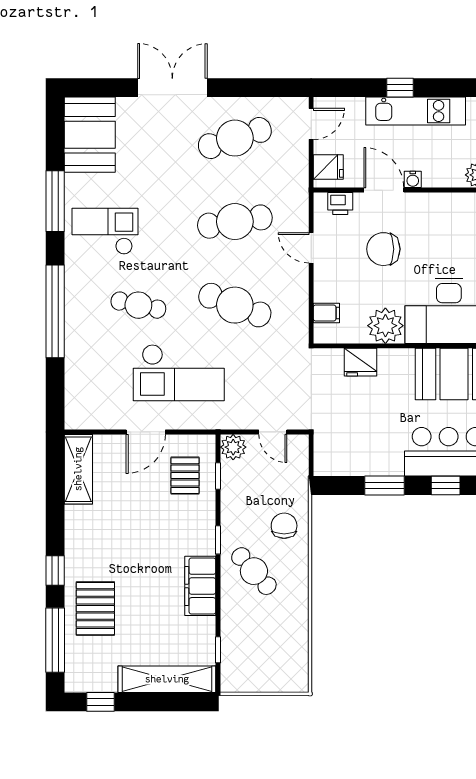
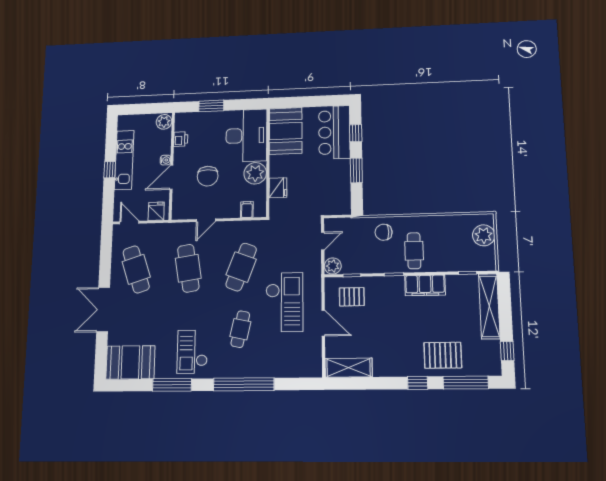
printer: (340, 204) -> (181, 139), moved
cafe table: (254, 571) -> (414, 251), turned -48
plant: (275, 676) -> (484, 235), added

